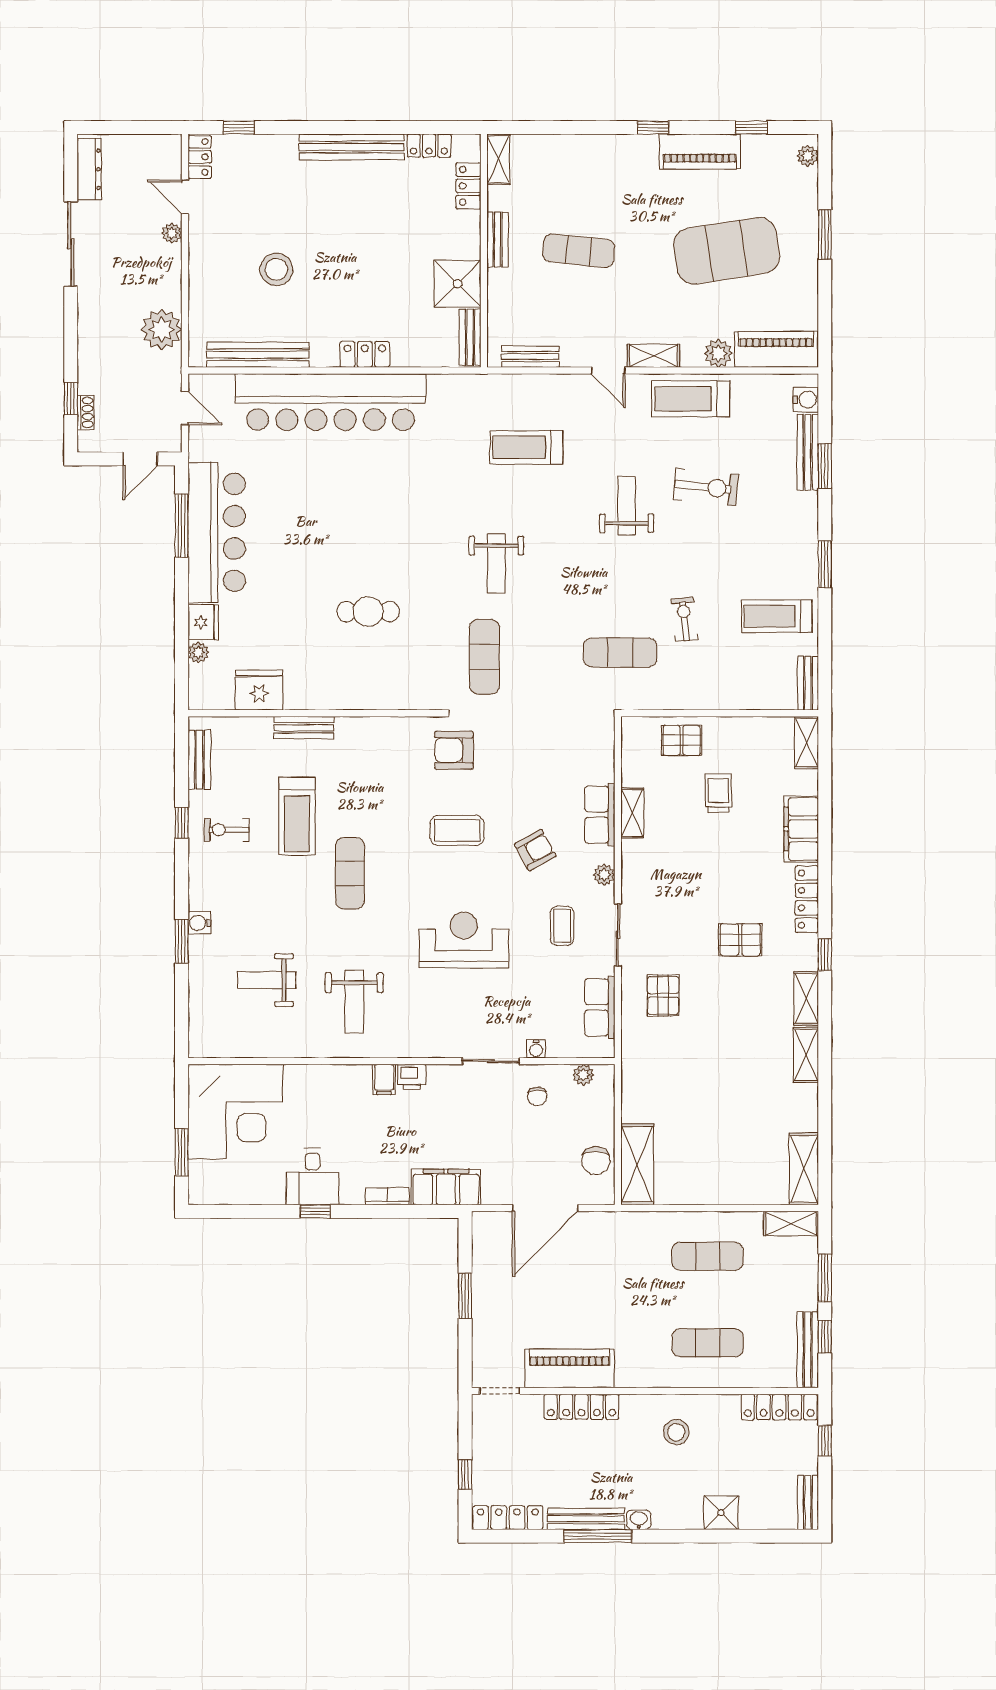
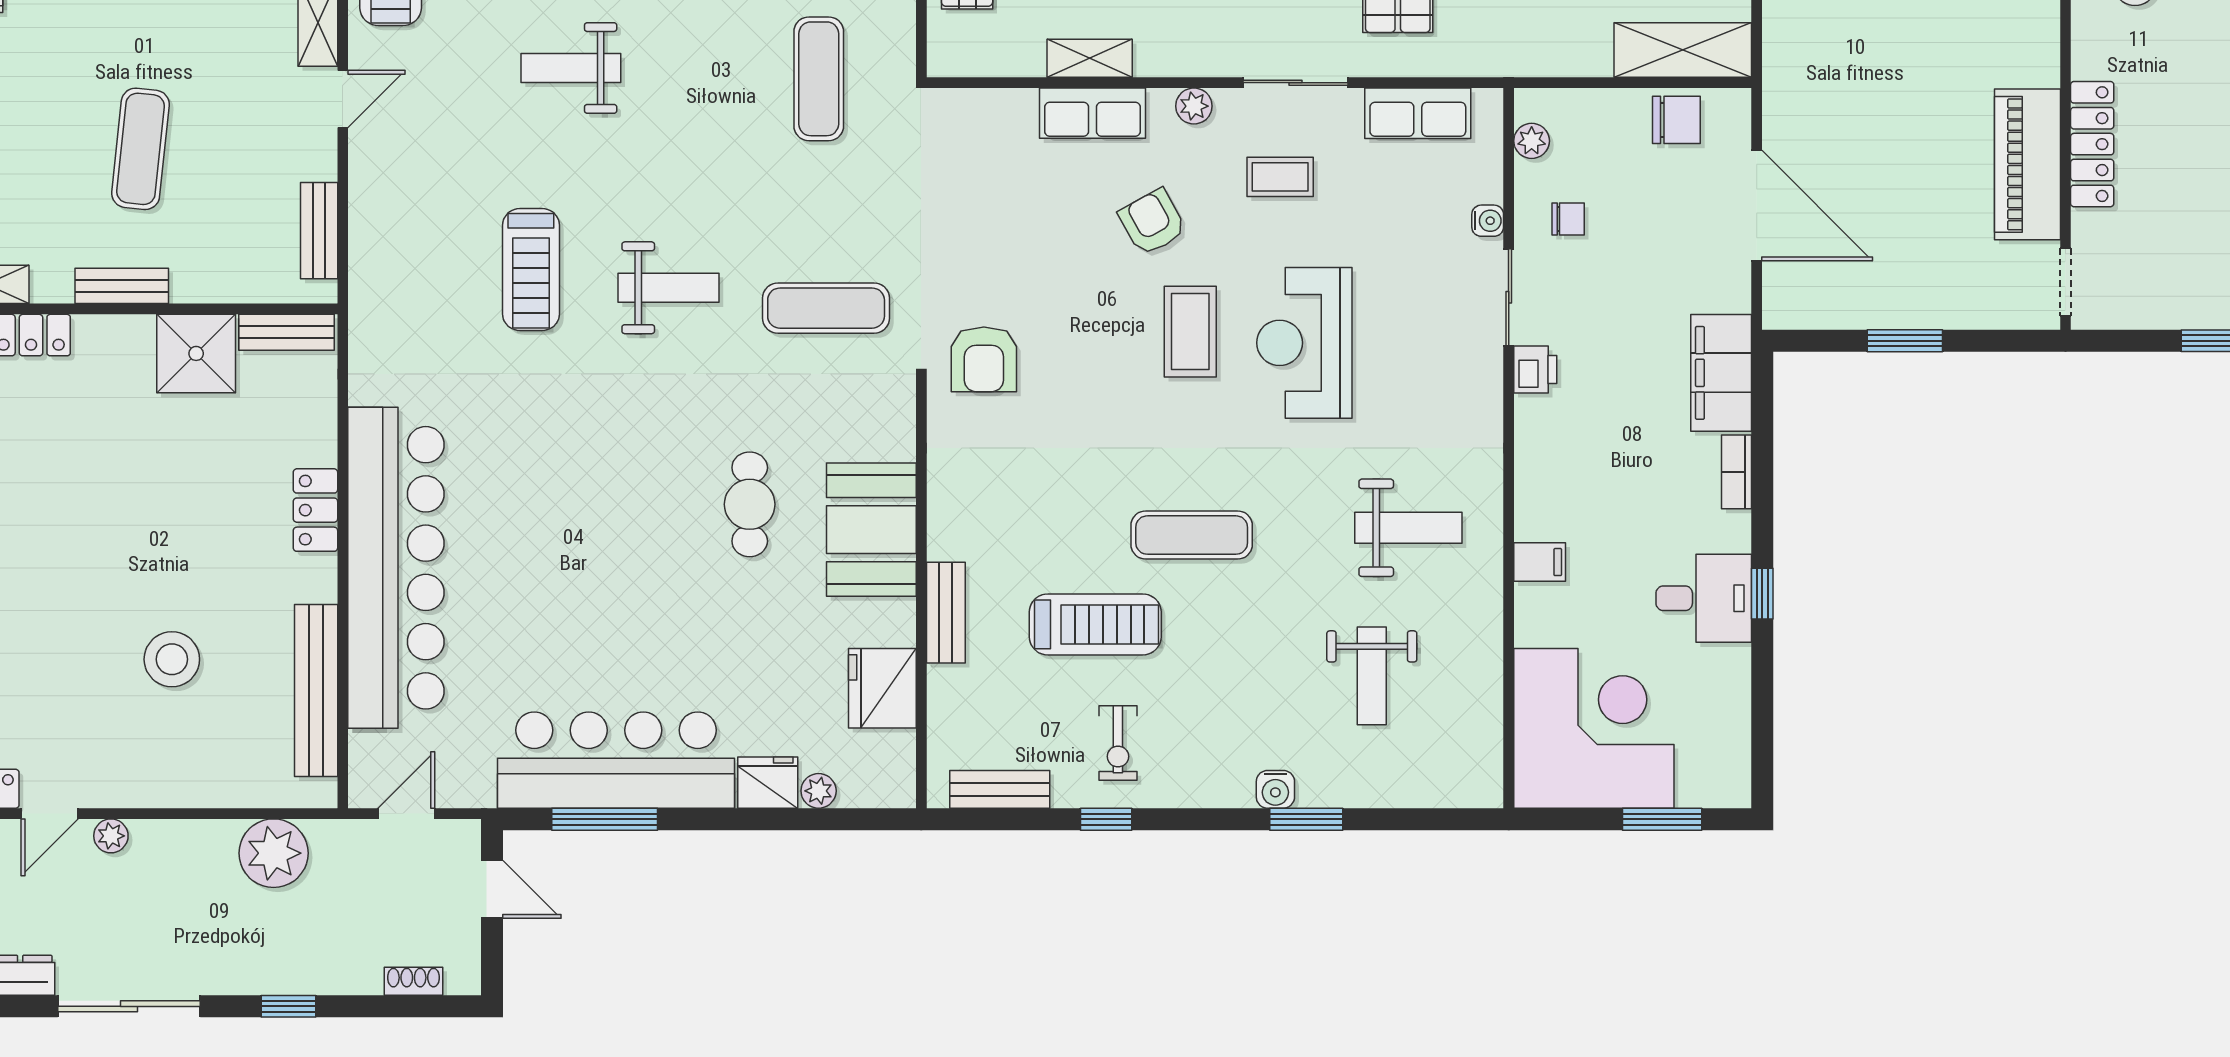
window: (71, 399) -> (288, 1006), moved
treadmill: (526, 447) -> (531, 270), moved
booth: (353, 684) -> (871, 530), added
coffee table: (457, 830) -> (1190, 332), moved
printer: (412, 1077) -> (1535, 369), moved
filing cabinet: (384, 1080) -> (1540, 562), moved

